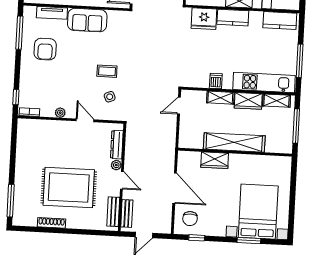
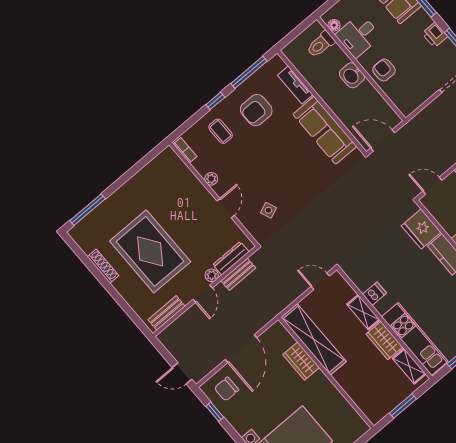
sofa: (87, 20) -> (325, 130), width x1.36
coffee table: (107, 71) -> (221, 131), moved
window: (16, 97) -> (215, 101), moved
window: (296, 126) -> (403, 406), width x0.69
shelving: (234, 142) -> (314, 339), moved
bench: (127, 213) -> (238, 274), moved
door: (144, 235) -> (182, 373), moved

